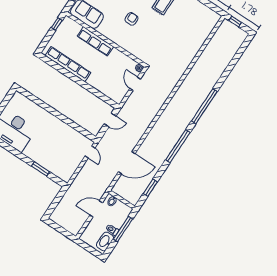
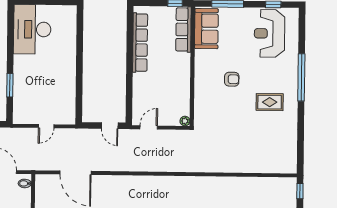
row of seats: (95, 41) -> (183, 29), moved
door: (135, 84) -> (149, 127), moved
door: (90, 152) -> (46, 126), moved

